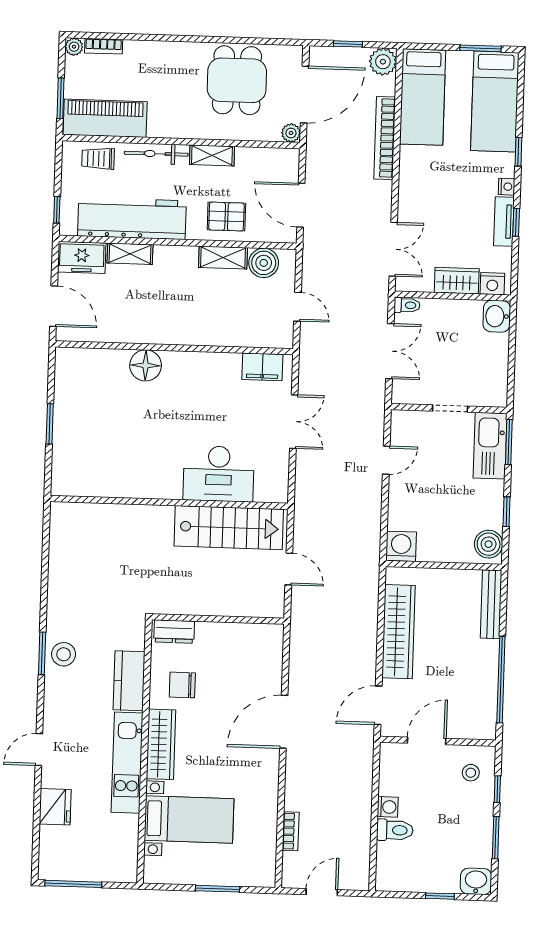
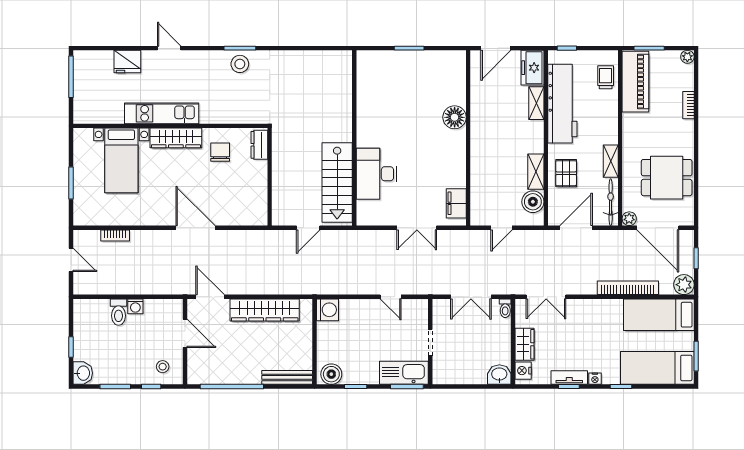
bookcase: (104, 46) -> (688, 105), moved
bicycle: (156, 154) -> (611, 202), moved
kitchen counter: (129, 681) -> (222, 113), removed

